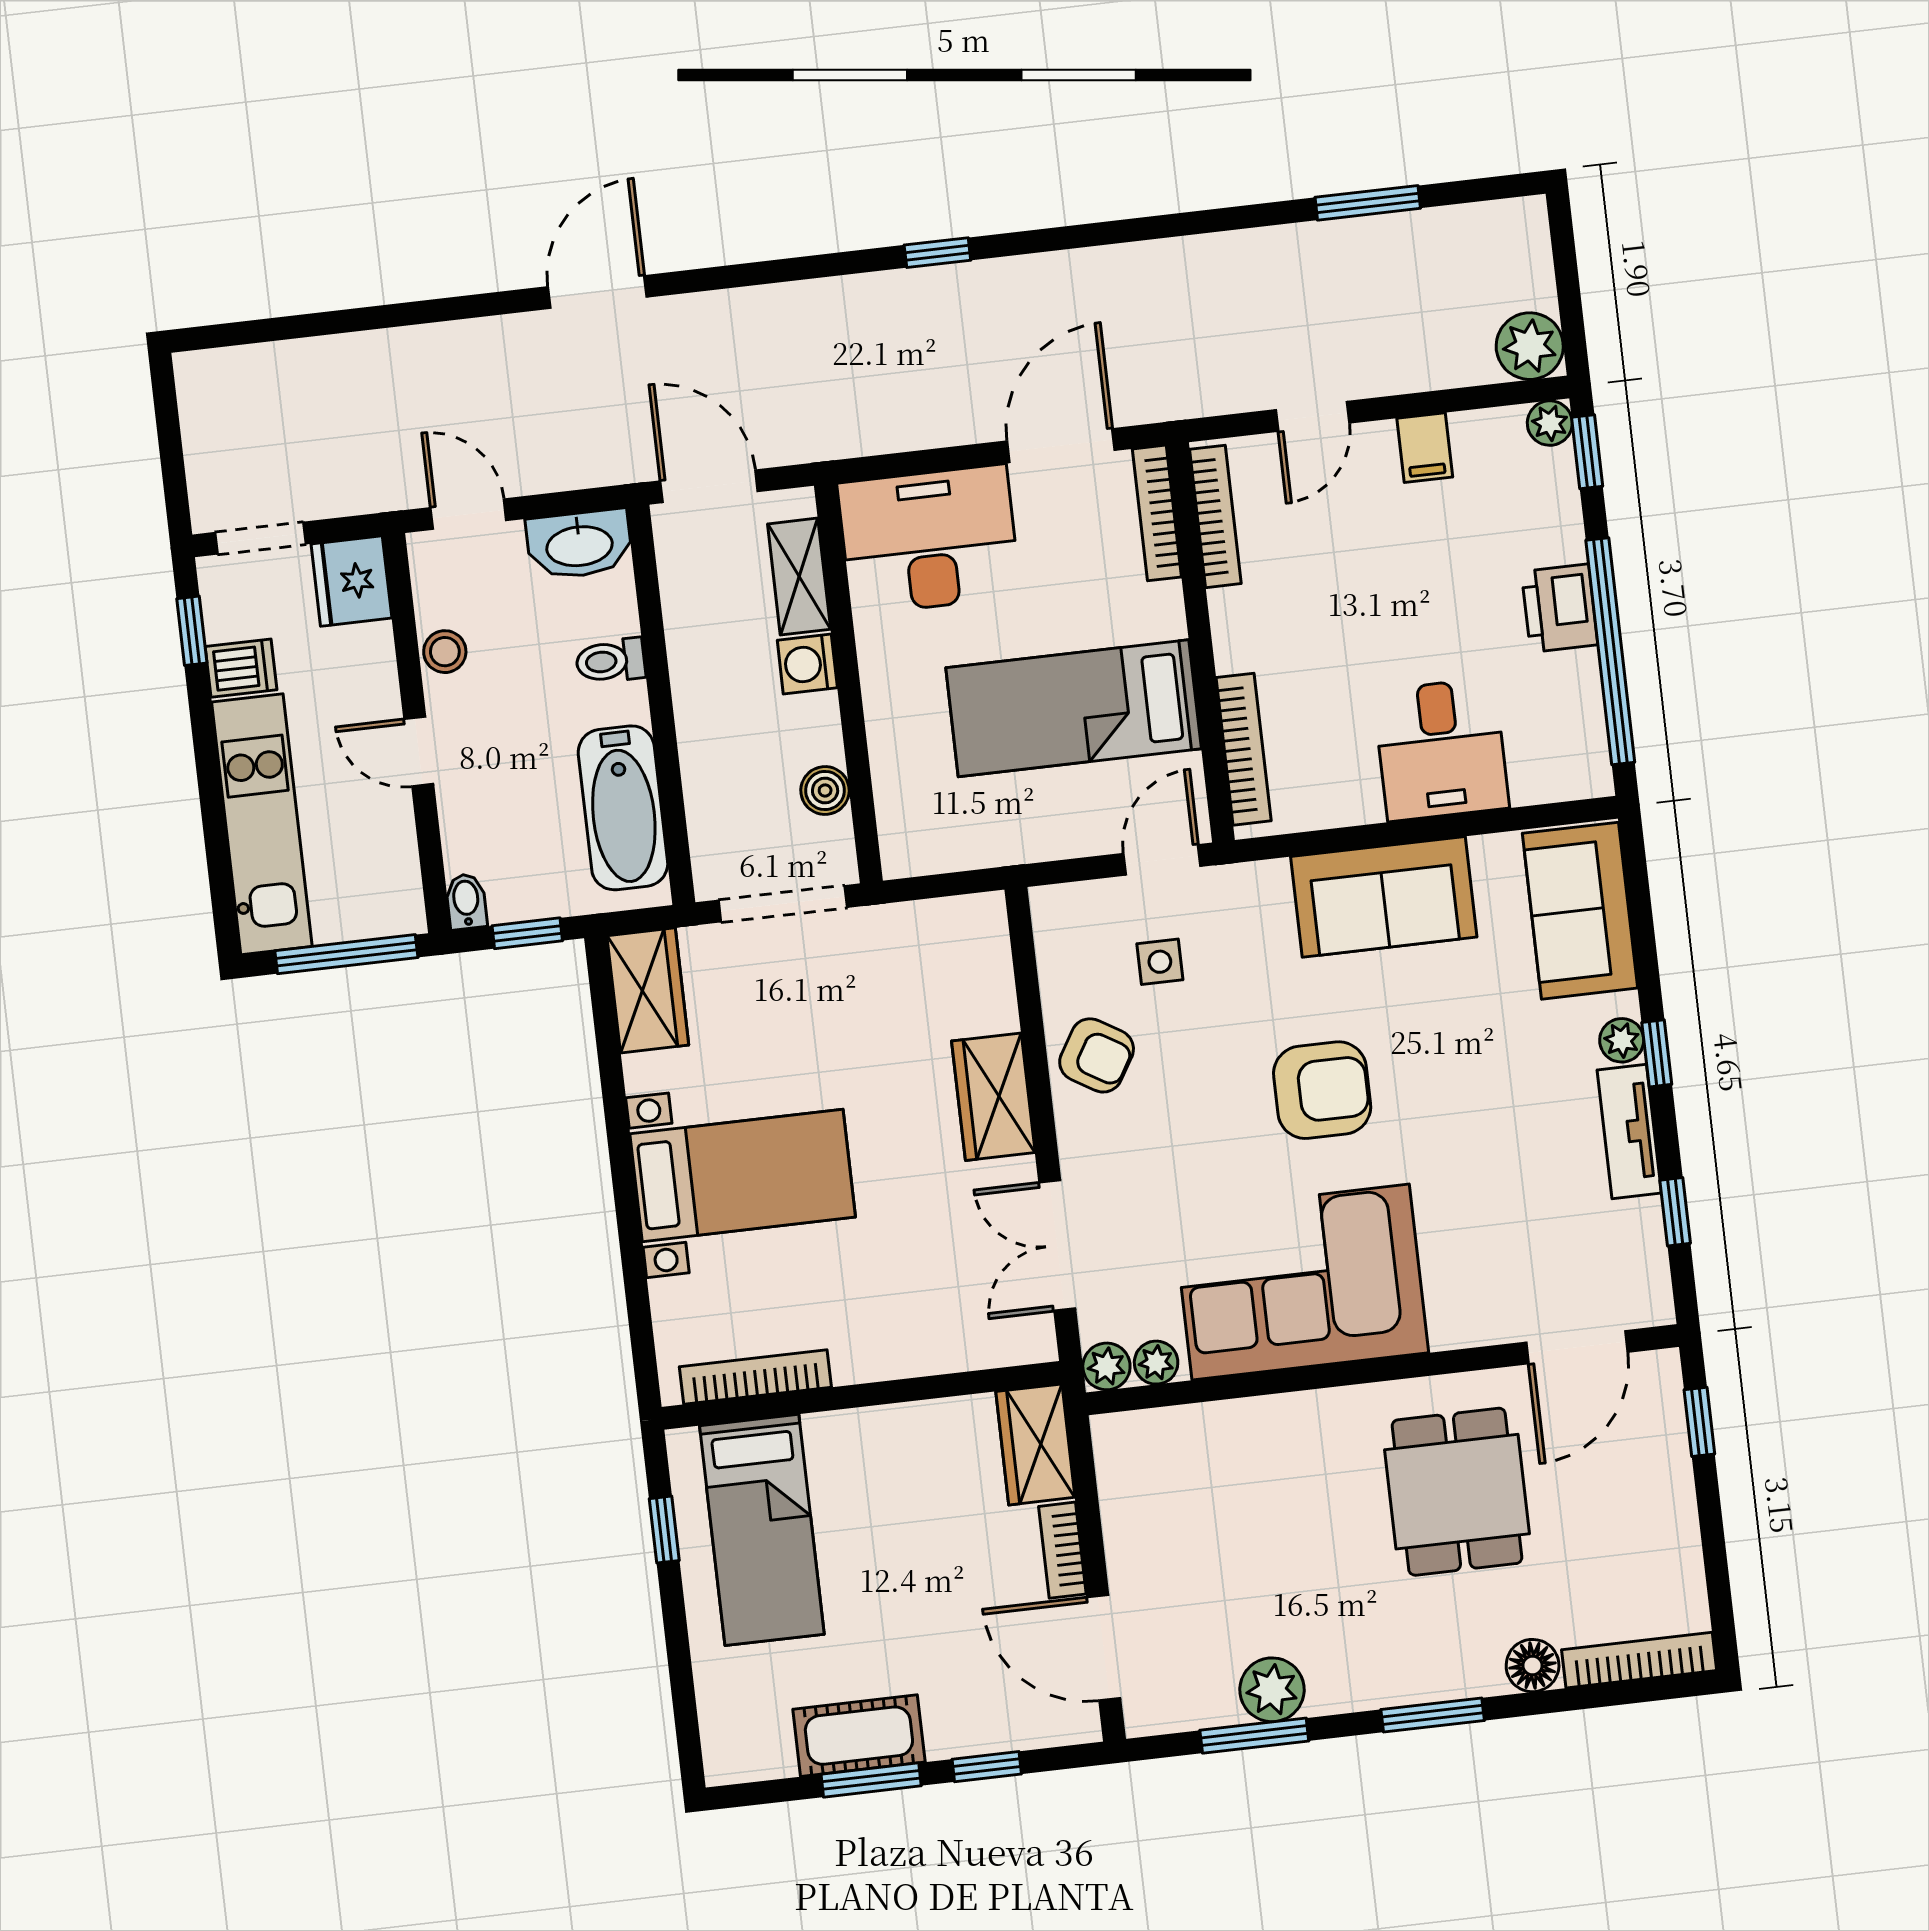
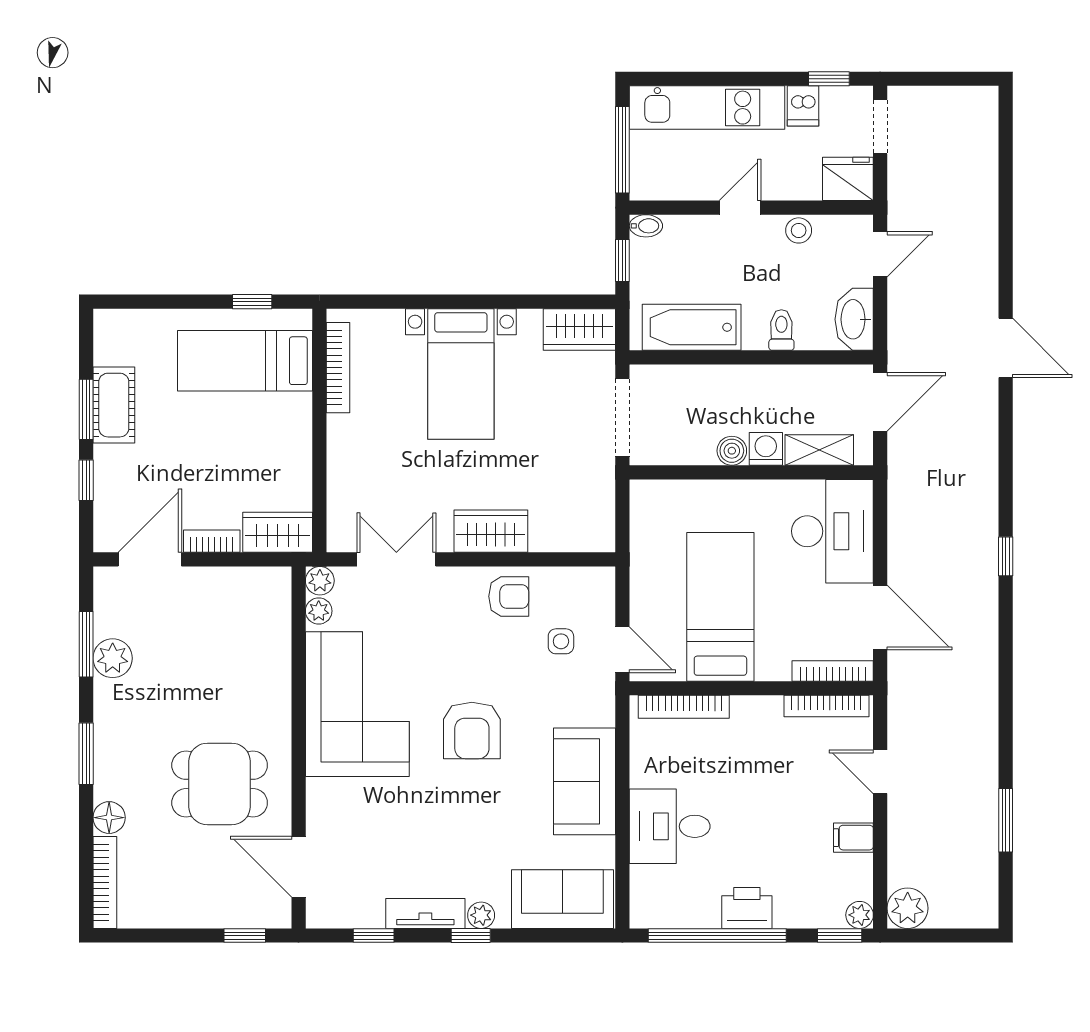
boiler: (825, 791) -> (732, 451), moved
armchair: (1097, 1055) -> (509, 596), turned -121

